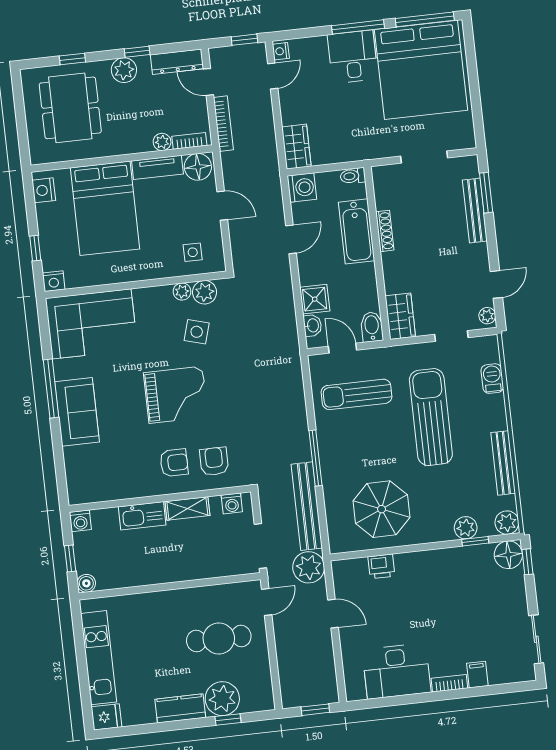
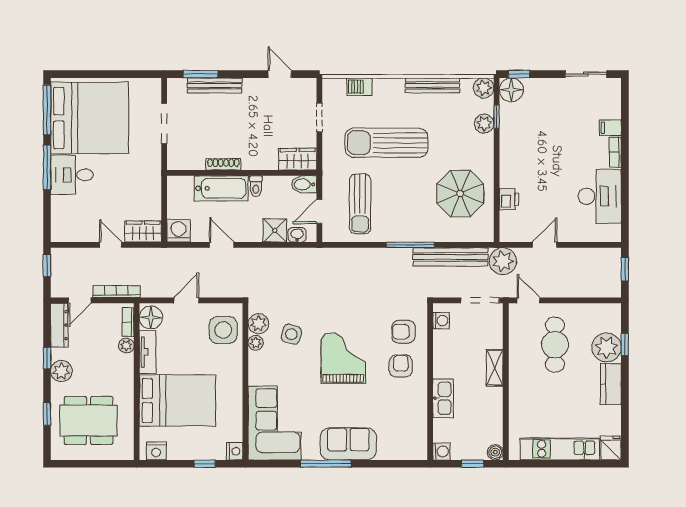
nightstand: (281, 51) -> (60, 236), removed
door: (273, 76) -> (111, 245), moved
toilet: (353, 176) -> (256, 186), moved
side table: (193, 252) -> (223, 330), width x1.87, depth x1.87
plant: (487, 316) -> (305, 85), removed
shelving: (187, 508) -> (495, 368), moved

